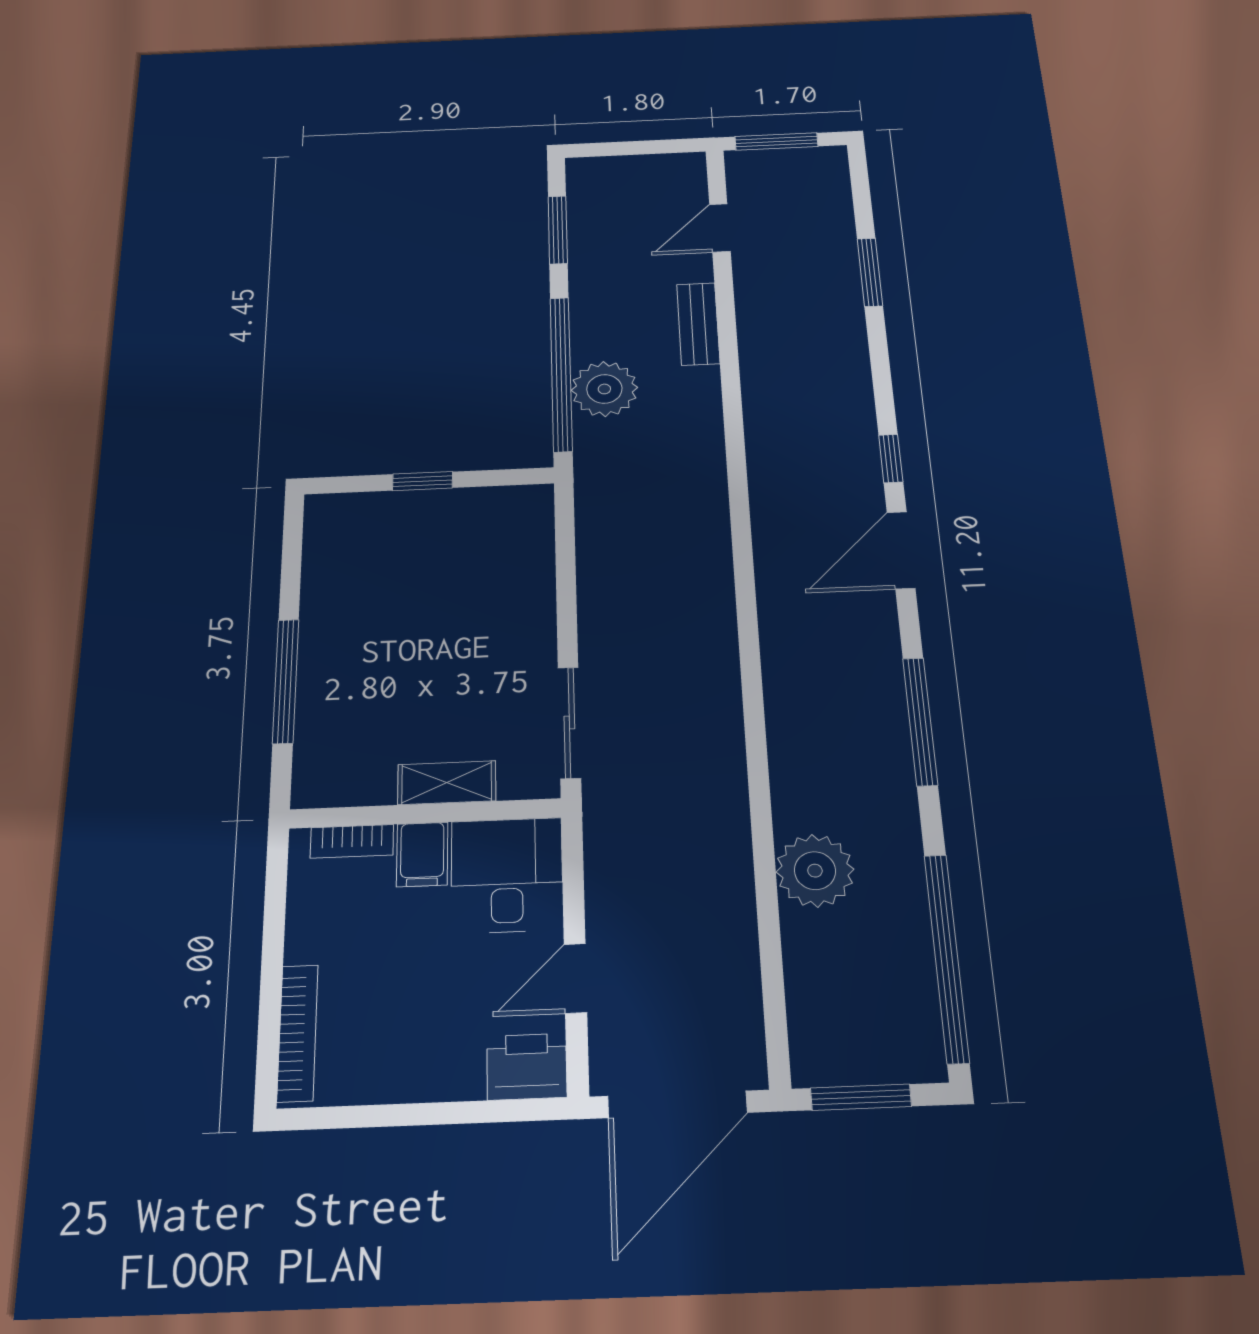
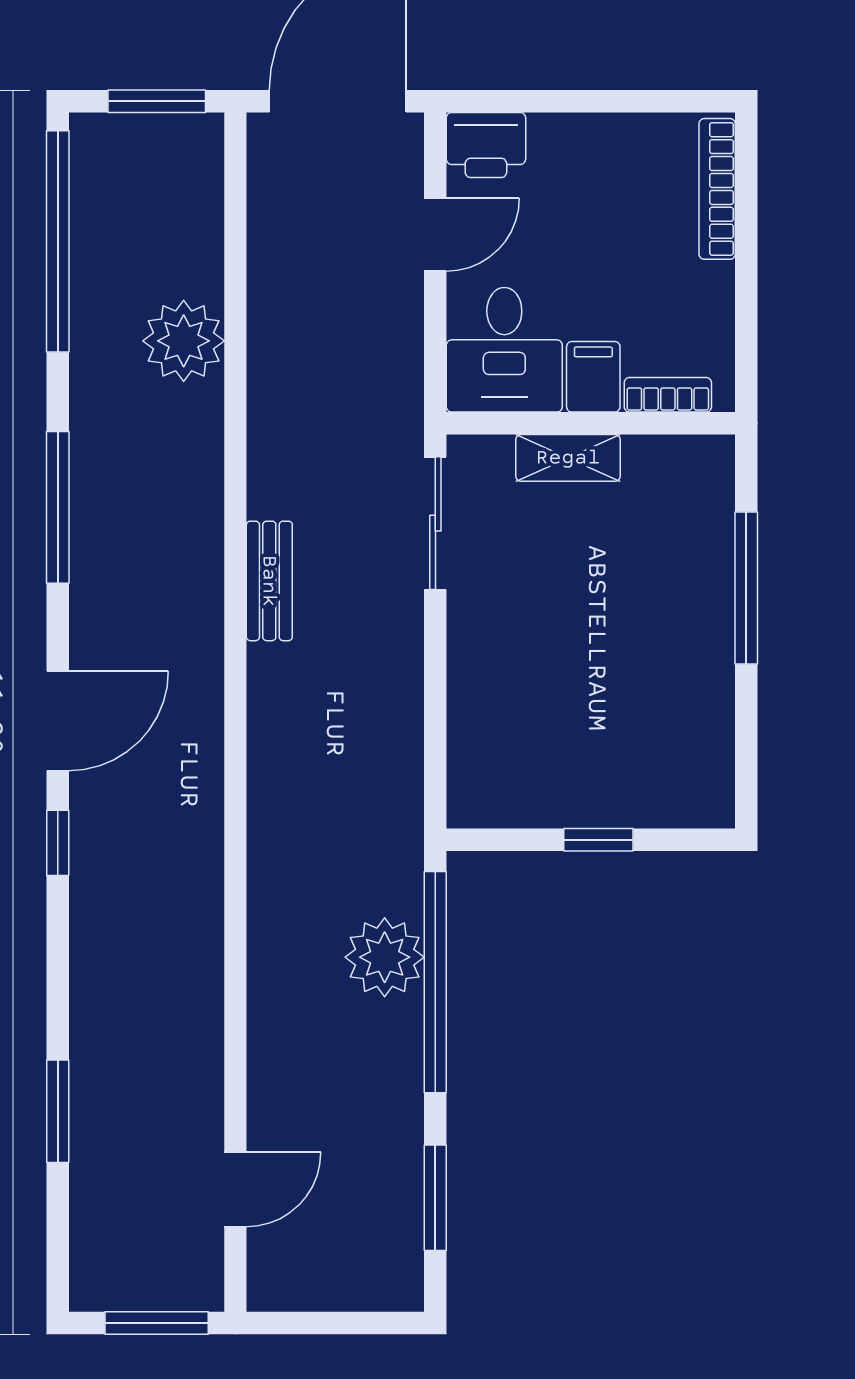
bench: (698, 324) -> (269, 581), moved

